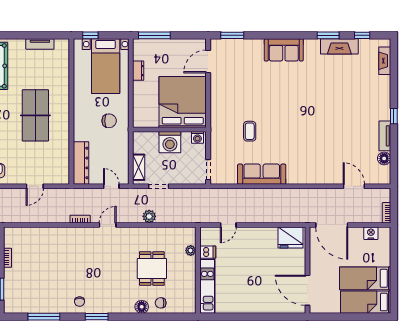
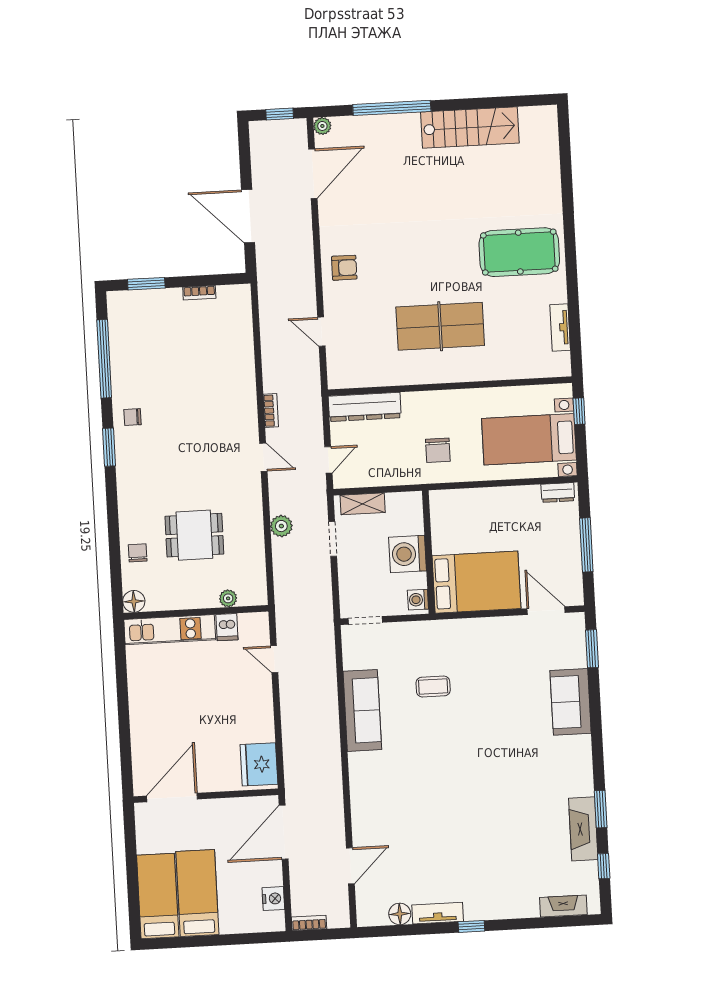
window: (154, 35) -> (586, 545), moved
sofa: (284, 50) -> (571, 702), moved
dresser: (138, 71) -> (558, 493), moved
bed: (183, 102) -> (476, 582), width x0.73
floor lamp: (142, 307) -> (134, 601), moved
window: (44, 317) -> (104, 359), width x1.46

